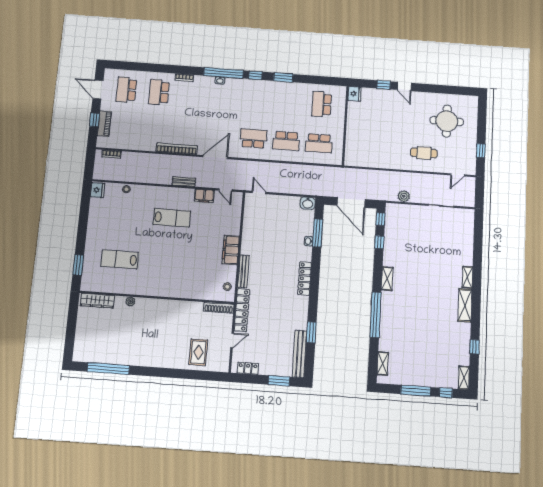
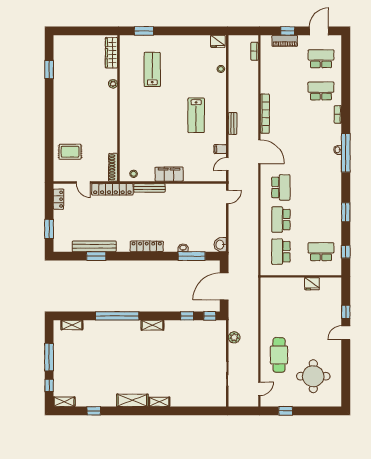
window: (255, 75) -> (346, 252), moved
fridge: (355, 94) -> (312, 284), moved
cafe table: (424, 153) -> (279, 355), width x1.37, depth x1.35
door: (457, 175) -> (259, 389), swing flipped
filing cabinet: (204, 196) -> (220, 149), width x0.50
bench: (299, 354) -> (94, 246), moved
window: (108, 368) -> (49, 70), width x0.47

